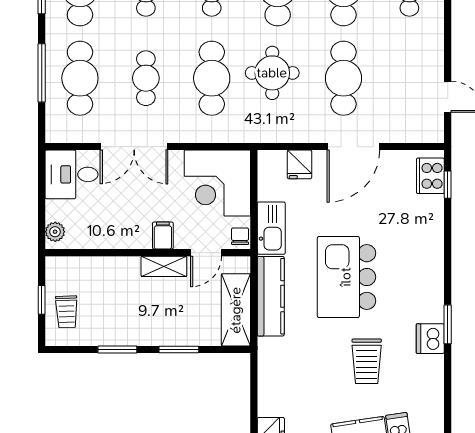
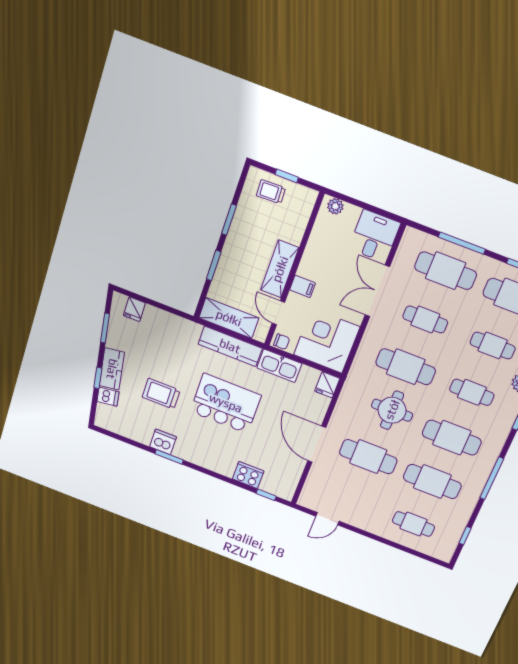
fridge: (300, 164) -> (327, 385), moved, turned -90
cooker: (430, 176) -> (248, 475), moved
shelving: (164, 266) -> (280, 269), width x1.50, depth x1.33

